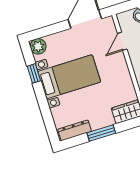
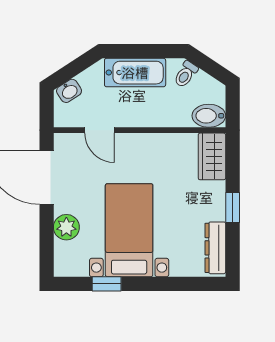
plant: (38, 46) -> (66, 227), moved
window: (101, 133) -> (233, 207), width x0.67

